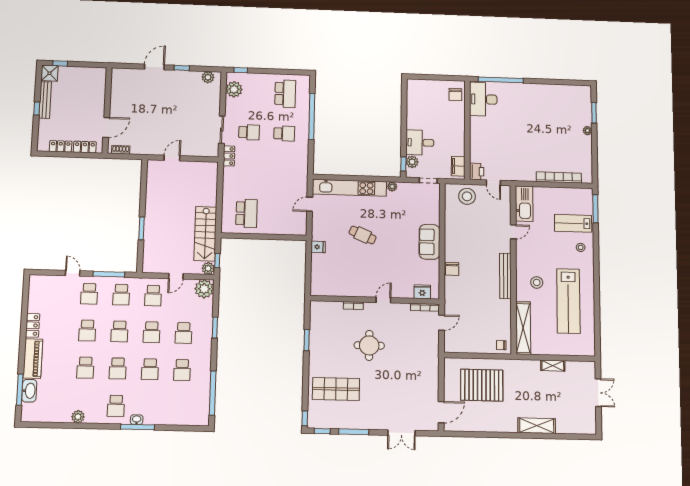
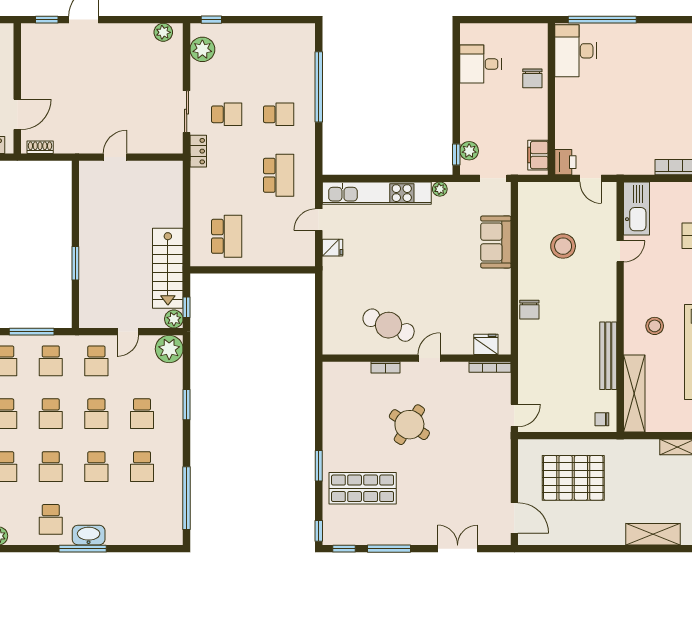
window: (182, 68) -> (47, 20), moved
school desk: (285, 94) -> (279, 175), moved
chair: (455, 94) -> (532, 78), moved
desk: (420, 143) -> (480, 64), moved
stool: (467, 196) -> (563, 246), moved
cafe table: (363, 235) -> (389, 325), moved, width x1.37, depth x1.35
sofa: (429, 242) -> (496, 242), moved
fridge: (318, 247) -> (332, 248), moved
bench: (505, 276) -> (608, 356), moved
door: (442, 323) -> (514, 415), moved
window: (307, 340) -> (319, 466), moved
round table: (369, 345) -> (409, 425), turned 33
door: (441, 412) -> (514, 518), hinge flipped
washbasin: (137, 420) -> (89, 535), width x1.91, depth x1.45
double door: (401, 433) -> (458, 549), swing flipped

